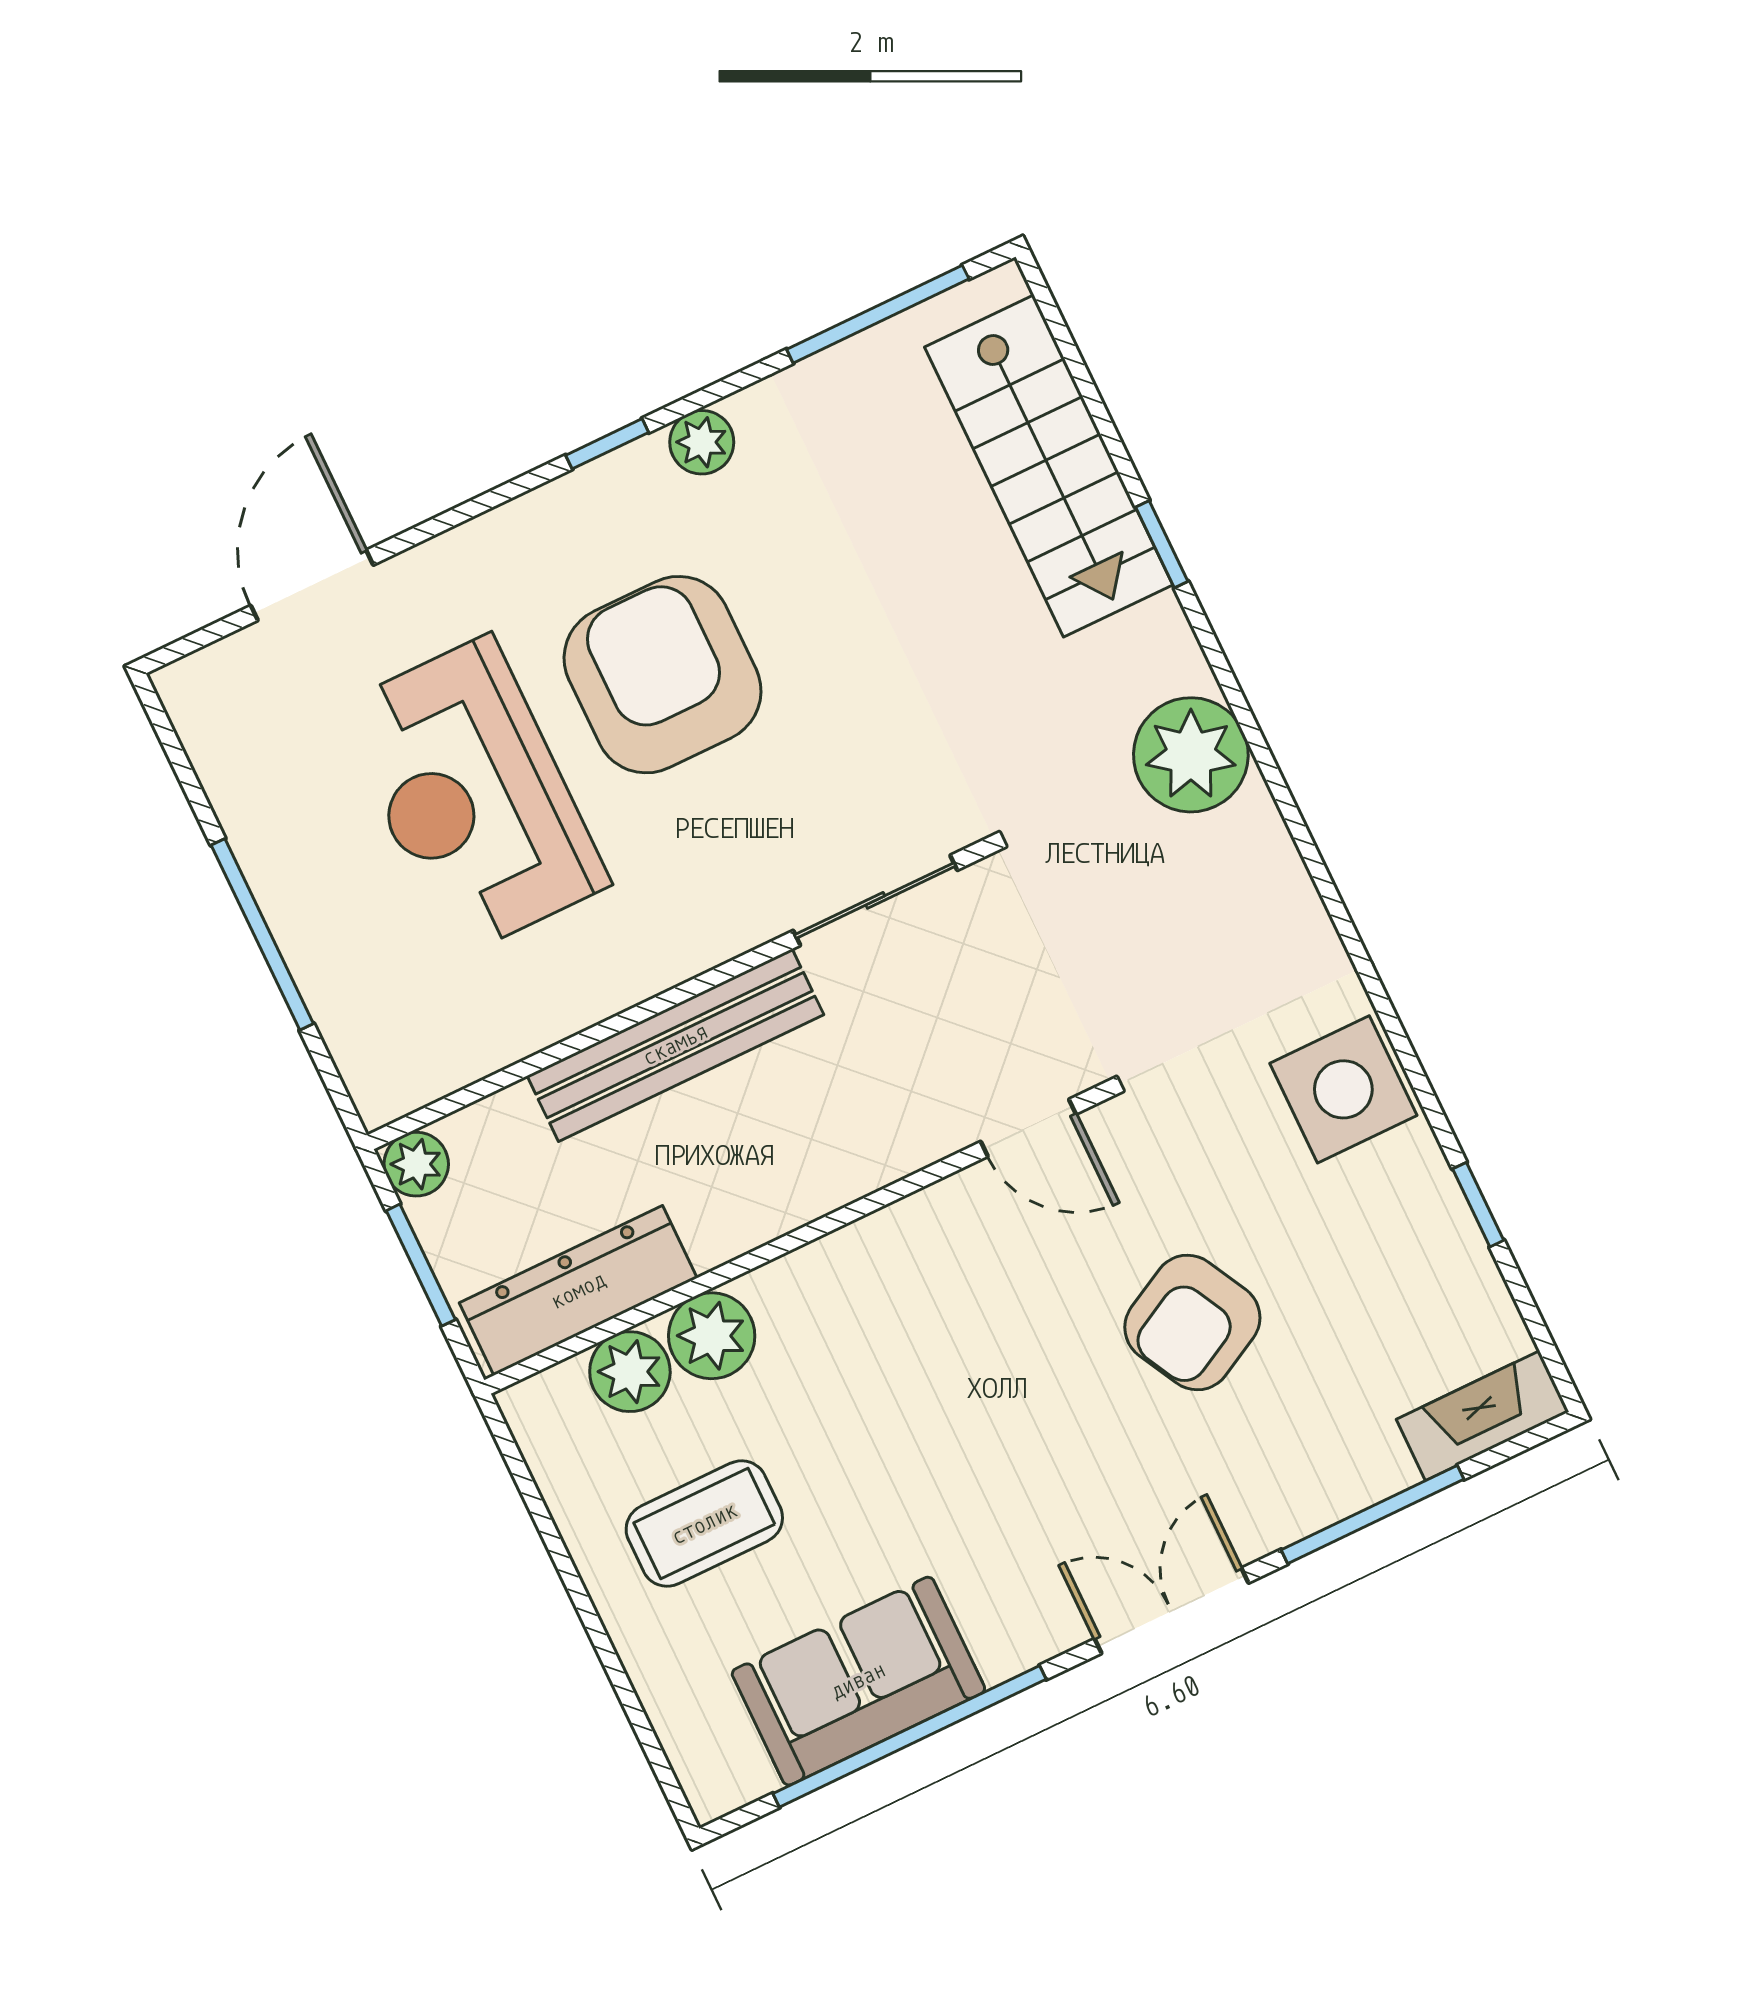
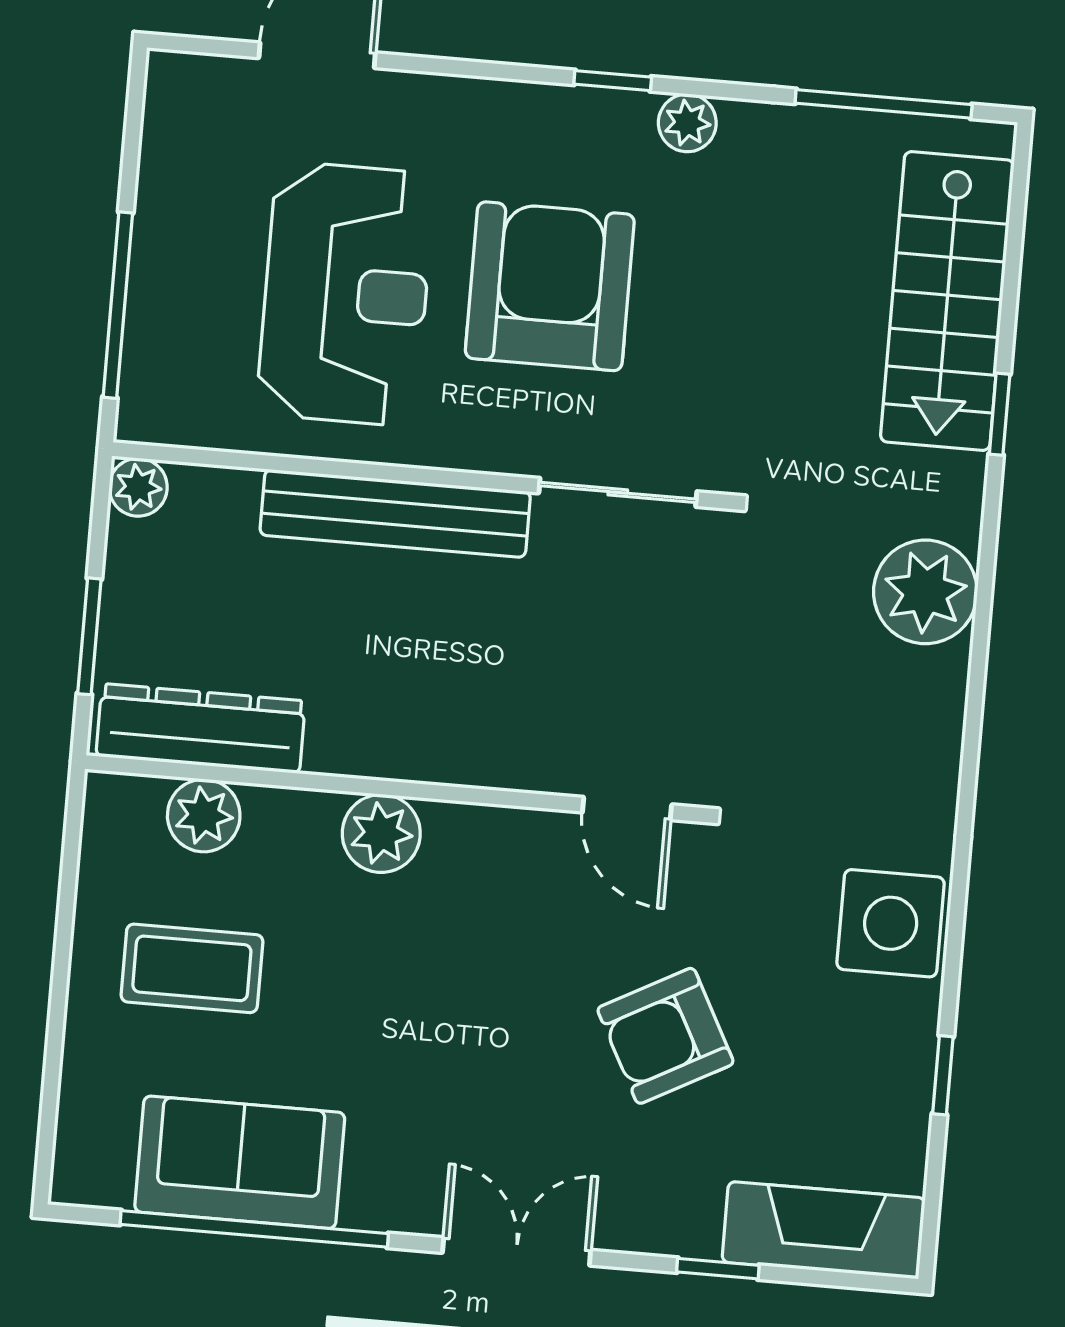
reception desk: (473, 796) -> (346, 294), turned 180
sliding door: (875, 900) -> (618, 492), moved
wall: (680, 994) -> (422, 476), moved
bench: (675, 1045) -> (395, 513), moved
plant: (416, 1164) -> (138, 487), moved
plant: (712, 1336) -> (381, 833), moved
fireplace: (1483, 1416) -> (824, 1230), width x1.37, depth x1.32
window: (1373, 1515) -> (718, 1269), width x0.46

